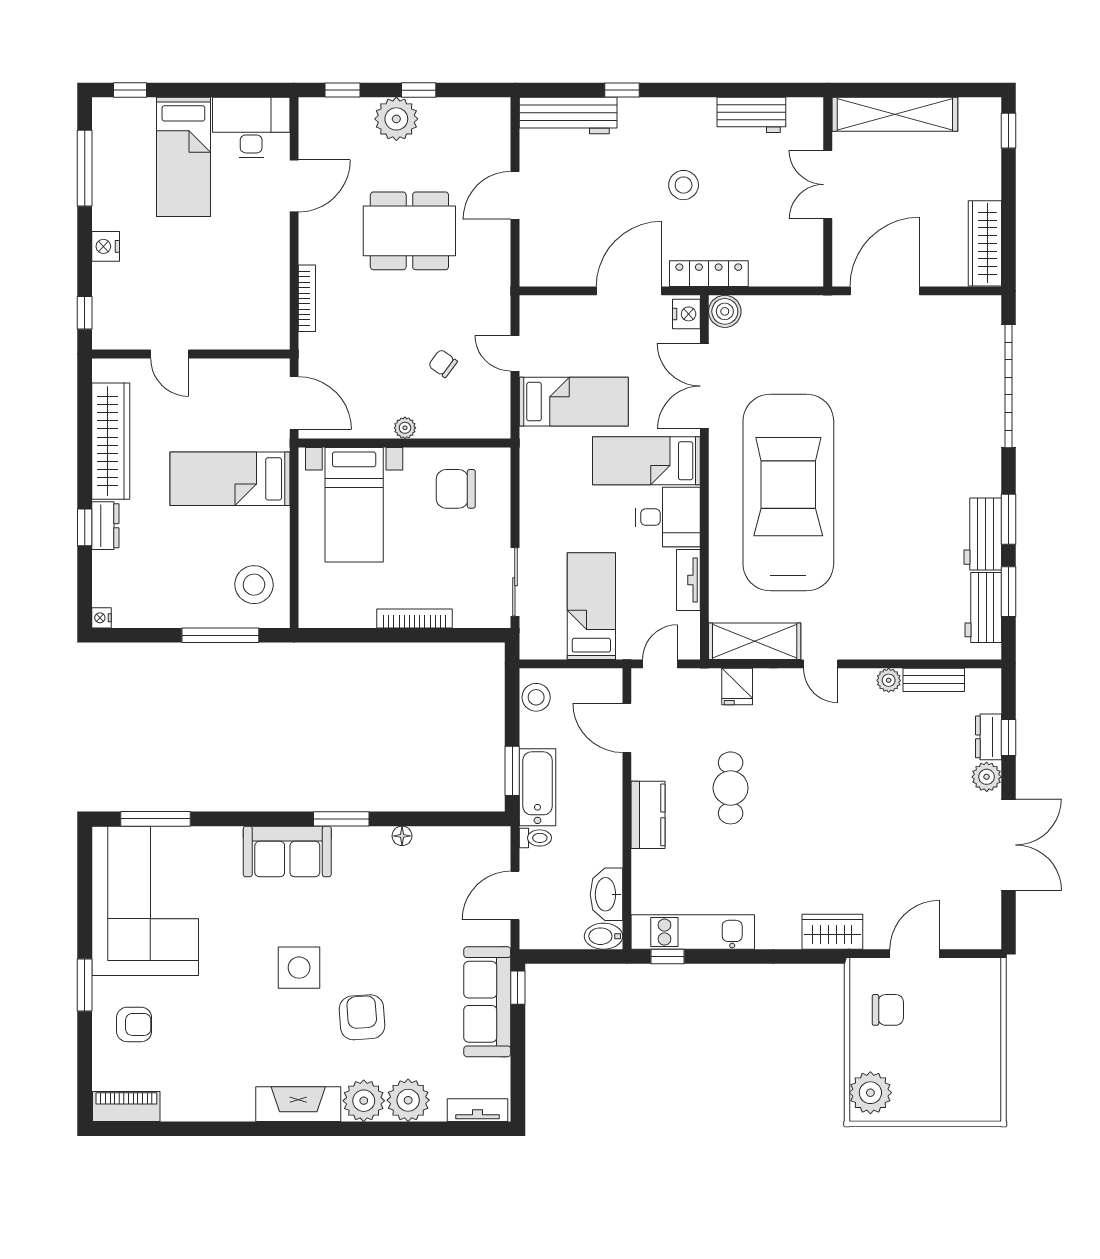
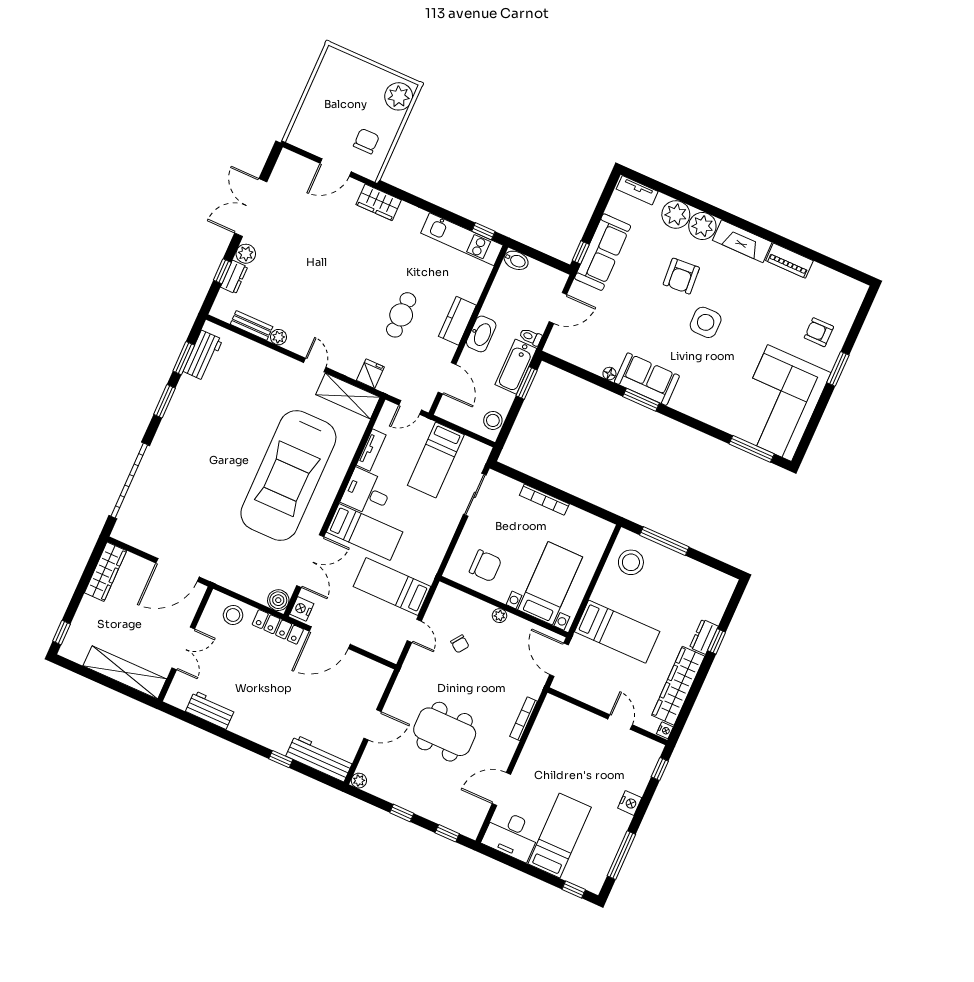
plant: (396, 119) -> (359, 781), moved, width x0.53, depth x0.53
stool: (684, 185) -> (233, 615), moved
workbench: (983, 534) -> (184, 399), removed
nightstand: (101, 618) -> (665, 730), moved
sofa: (287, 851) -> (647, 379), moved
washbasin: (606, 894) -> (481, 334), moved
chair: (888, 1010) -> (366, 141), turned 90
piano: (126, 1107) -> (789, 261), moved

